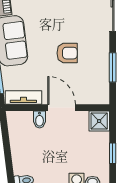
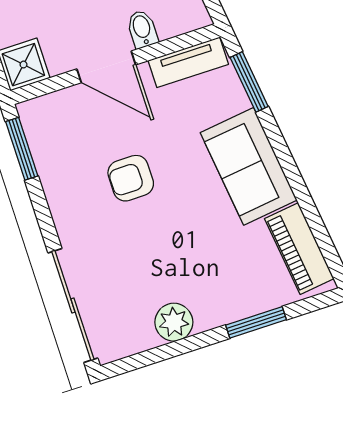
window: (113, 67) -> (22, 149), moved

